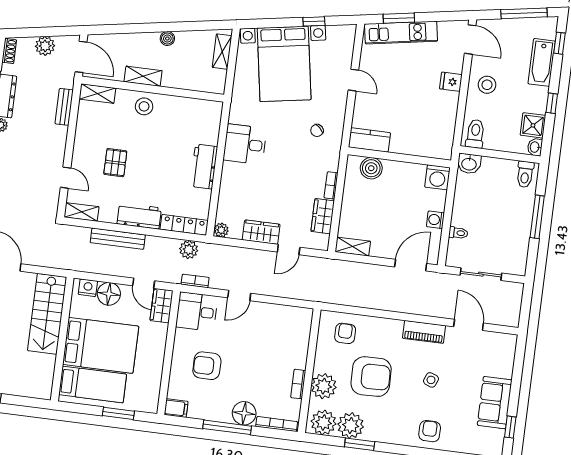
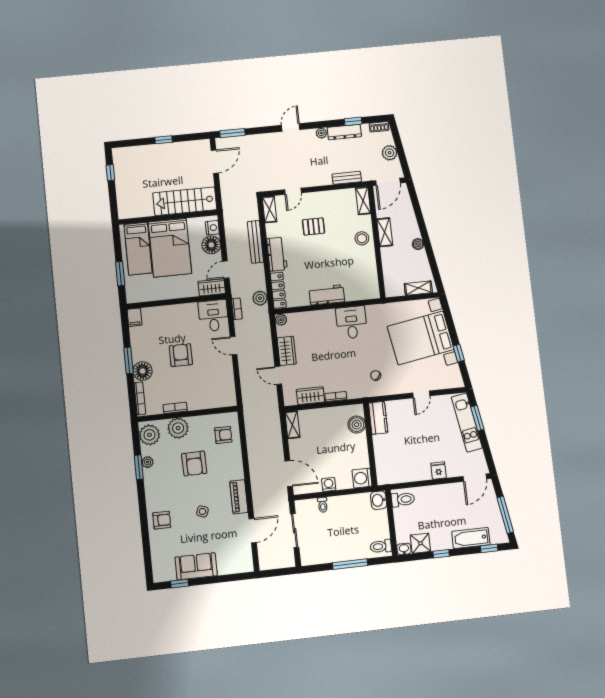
stool: (487, 85) -> (443, 499), removed
armchair: (207, 366) -> (181, 355), moved
armchair: (371, 377) -> (194, 463), width x0.73, depth x0.73
plant: (351, 425) -> (148, 462), width x0.53, depth x0.53
window: (227, 427) -> (128, 360), width x0.69

